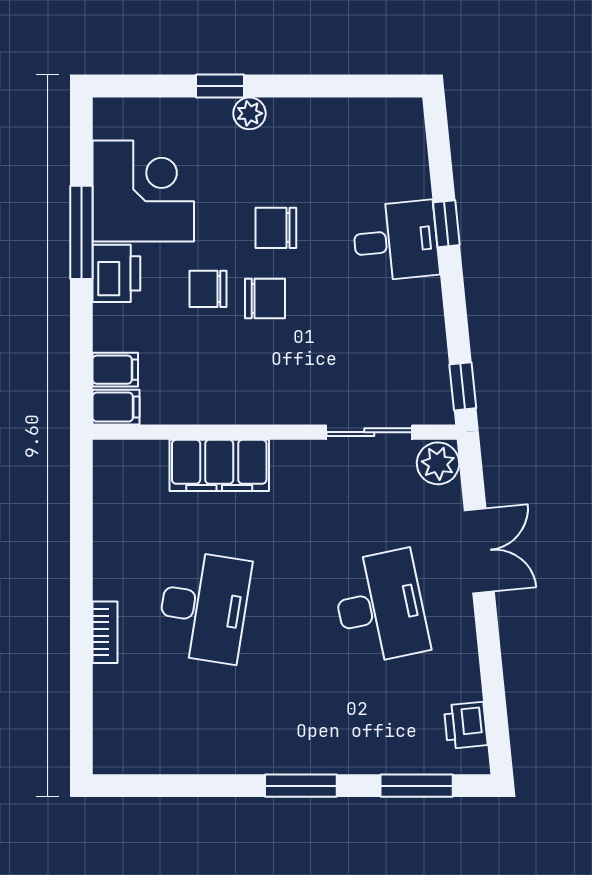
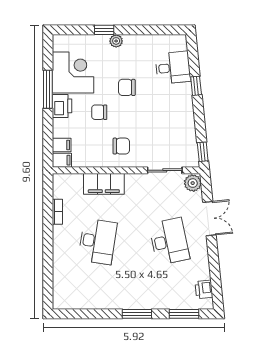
desk: (396, 241) -> (173, 68), moved
chair: (265, 299) -> (121, 146), moved
bookcase: (105, 632) -> (57, 212), moved

